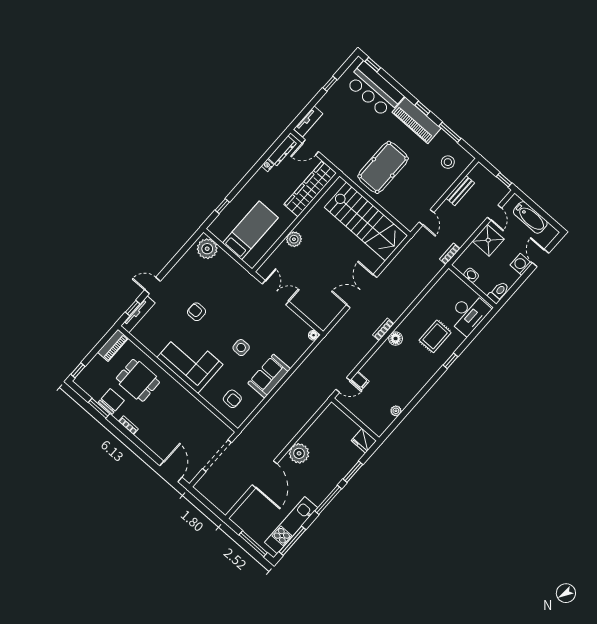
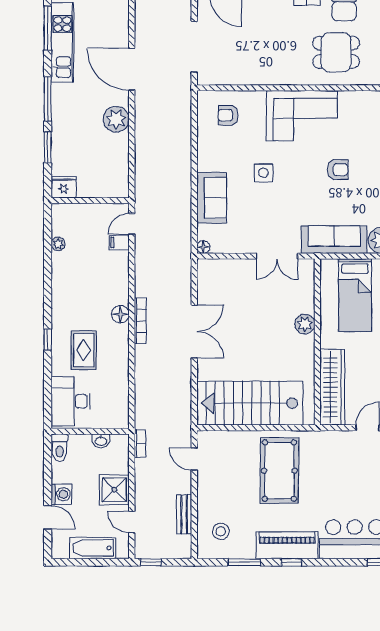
sofa: (234, 273) -> (334, 240), added
bookcase: (383, 329) -> (140, 321), width x1.56
sofa: (269, 376) -> (212, 198), moved

